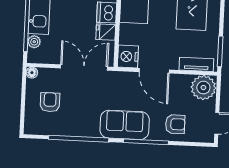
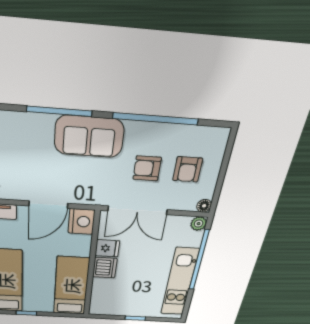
plant: (34, 42) -> (199, 224), moved
door: (154, 71) -> (48, 205), swing flipped
armchair: (175, 124) -> (147, 168), moved

